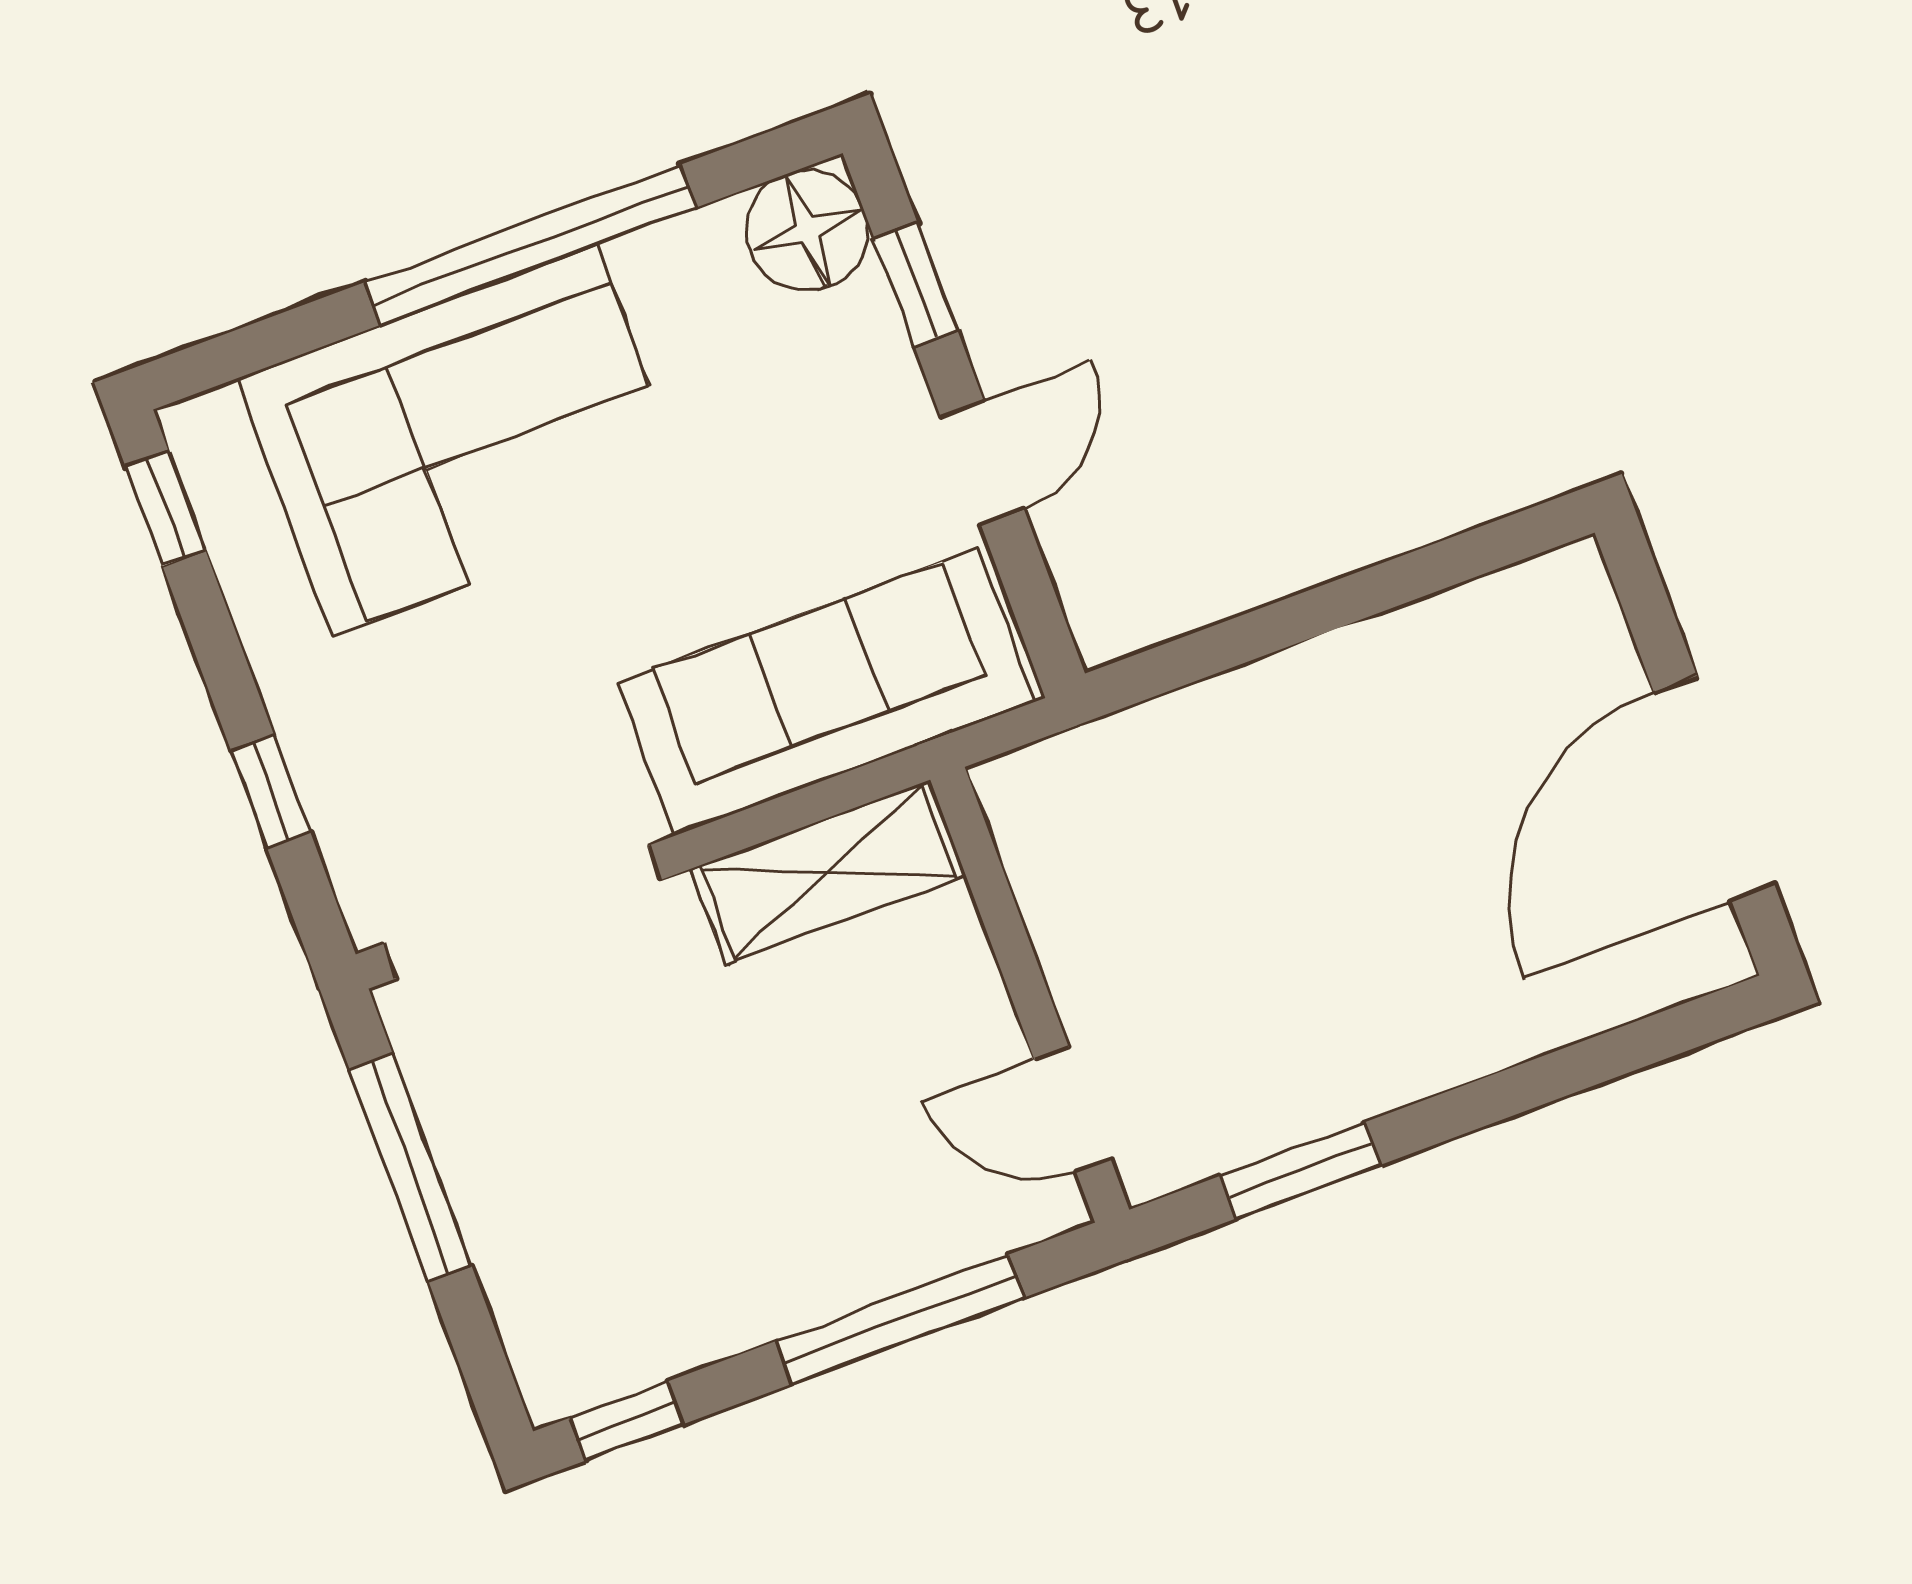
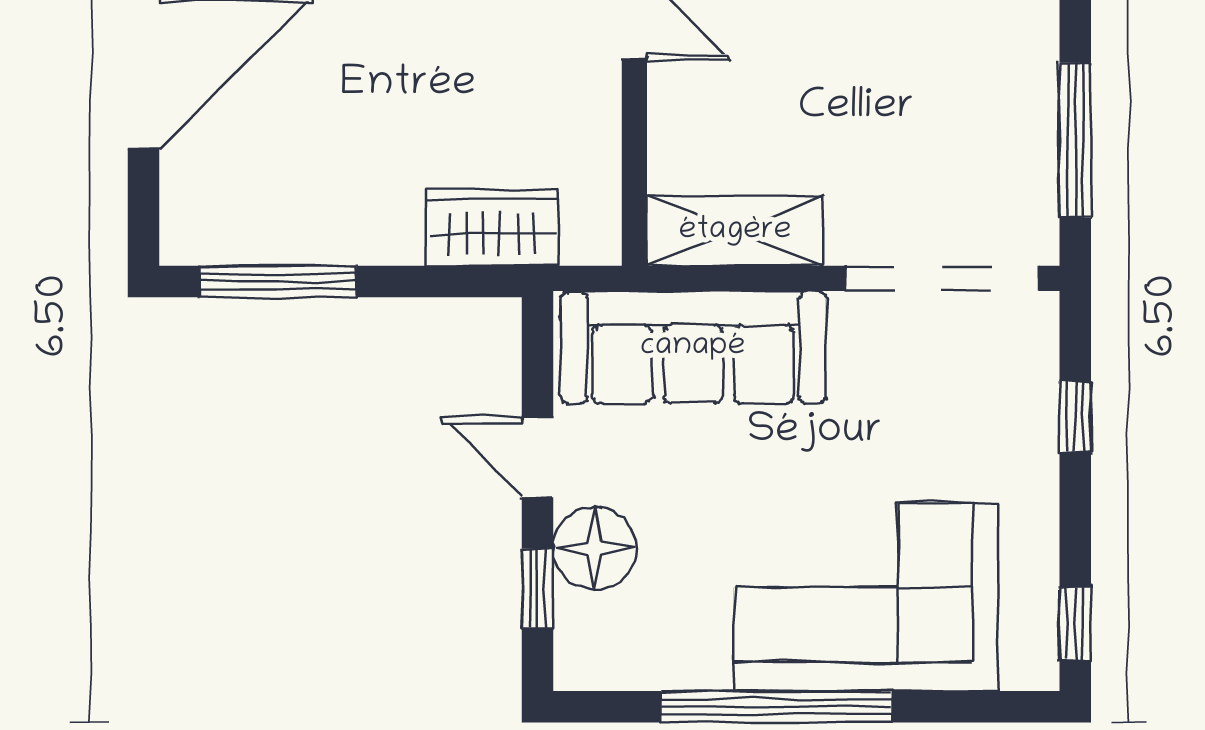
floor lamp: (807, 231) -> (595, 548), moved
door: (982, 463) -> (537, 457), hinge flipped
window: (1426, 571) -> (278, 282), added
wardrobe: (1161, 754) -> (492, 227), added

